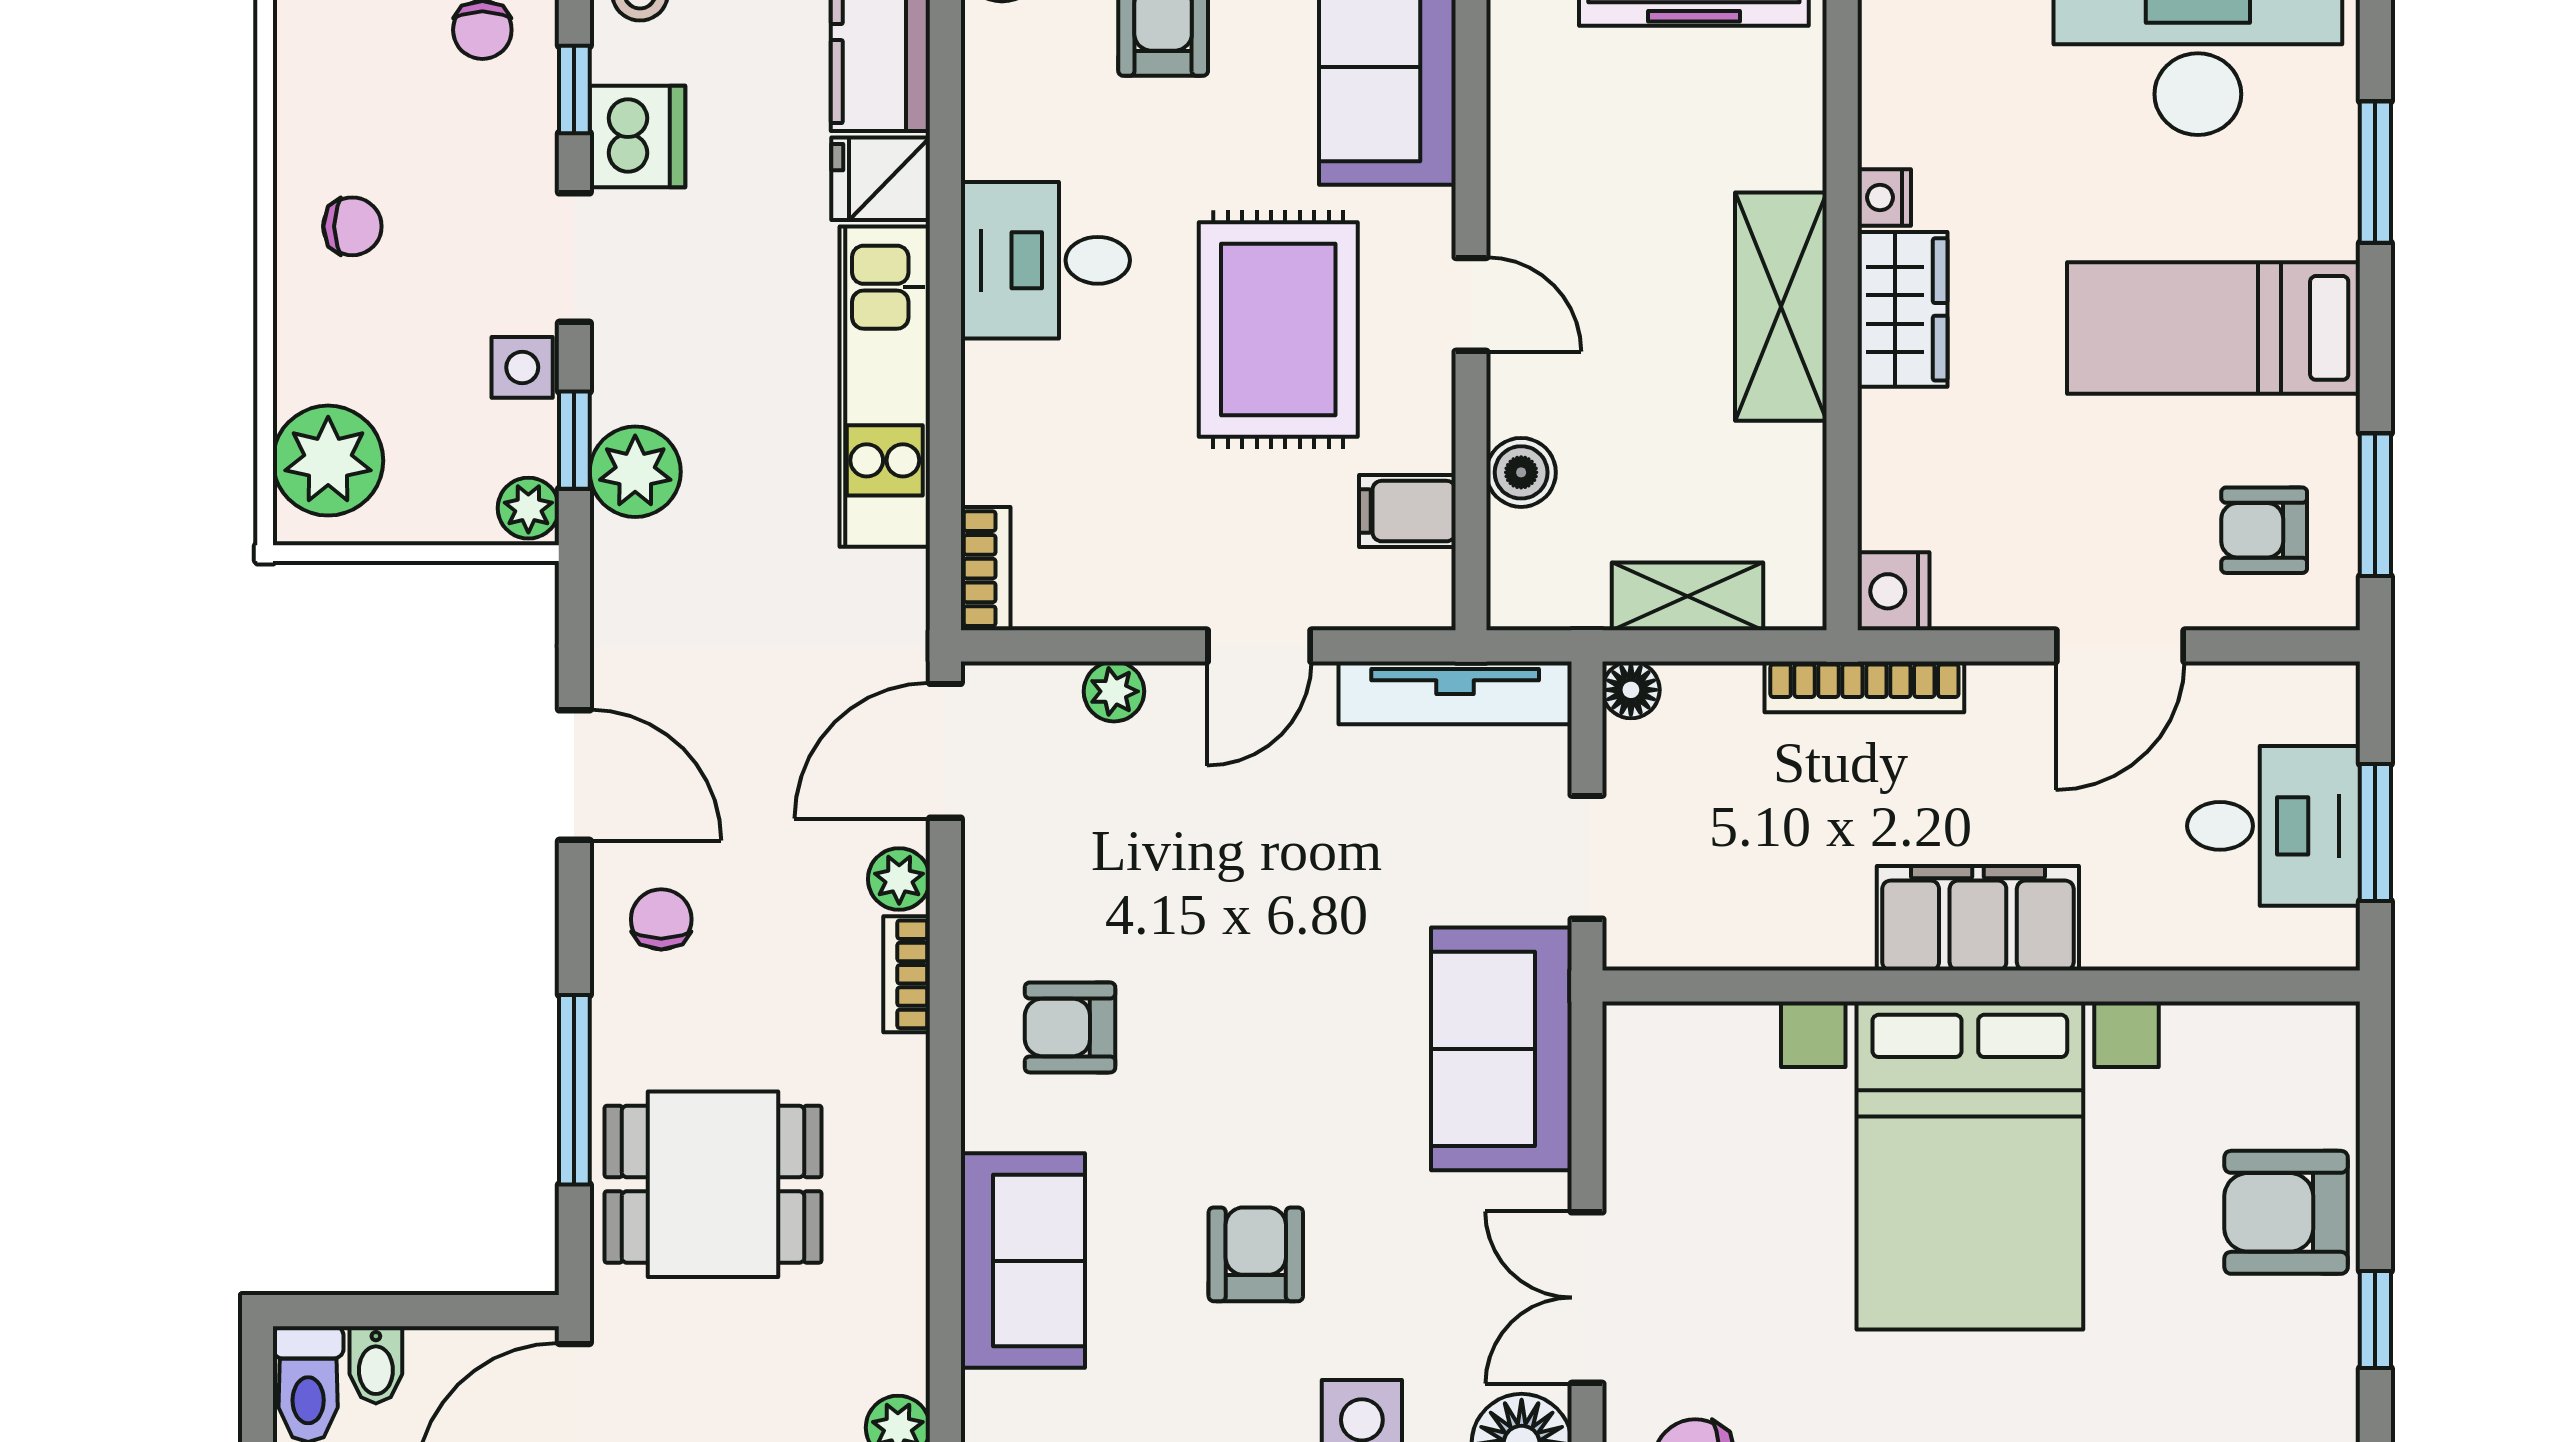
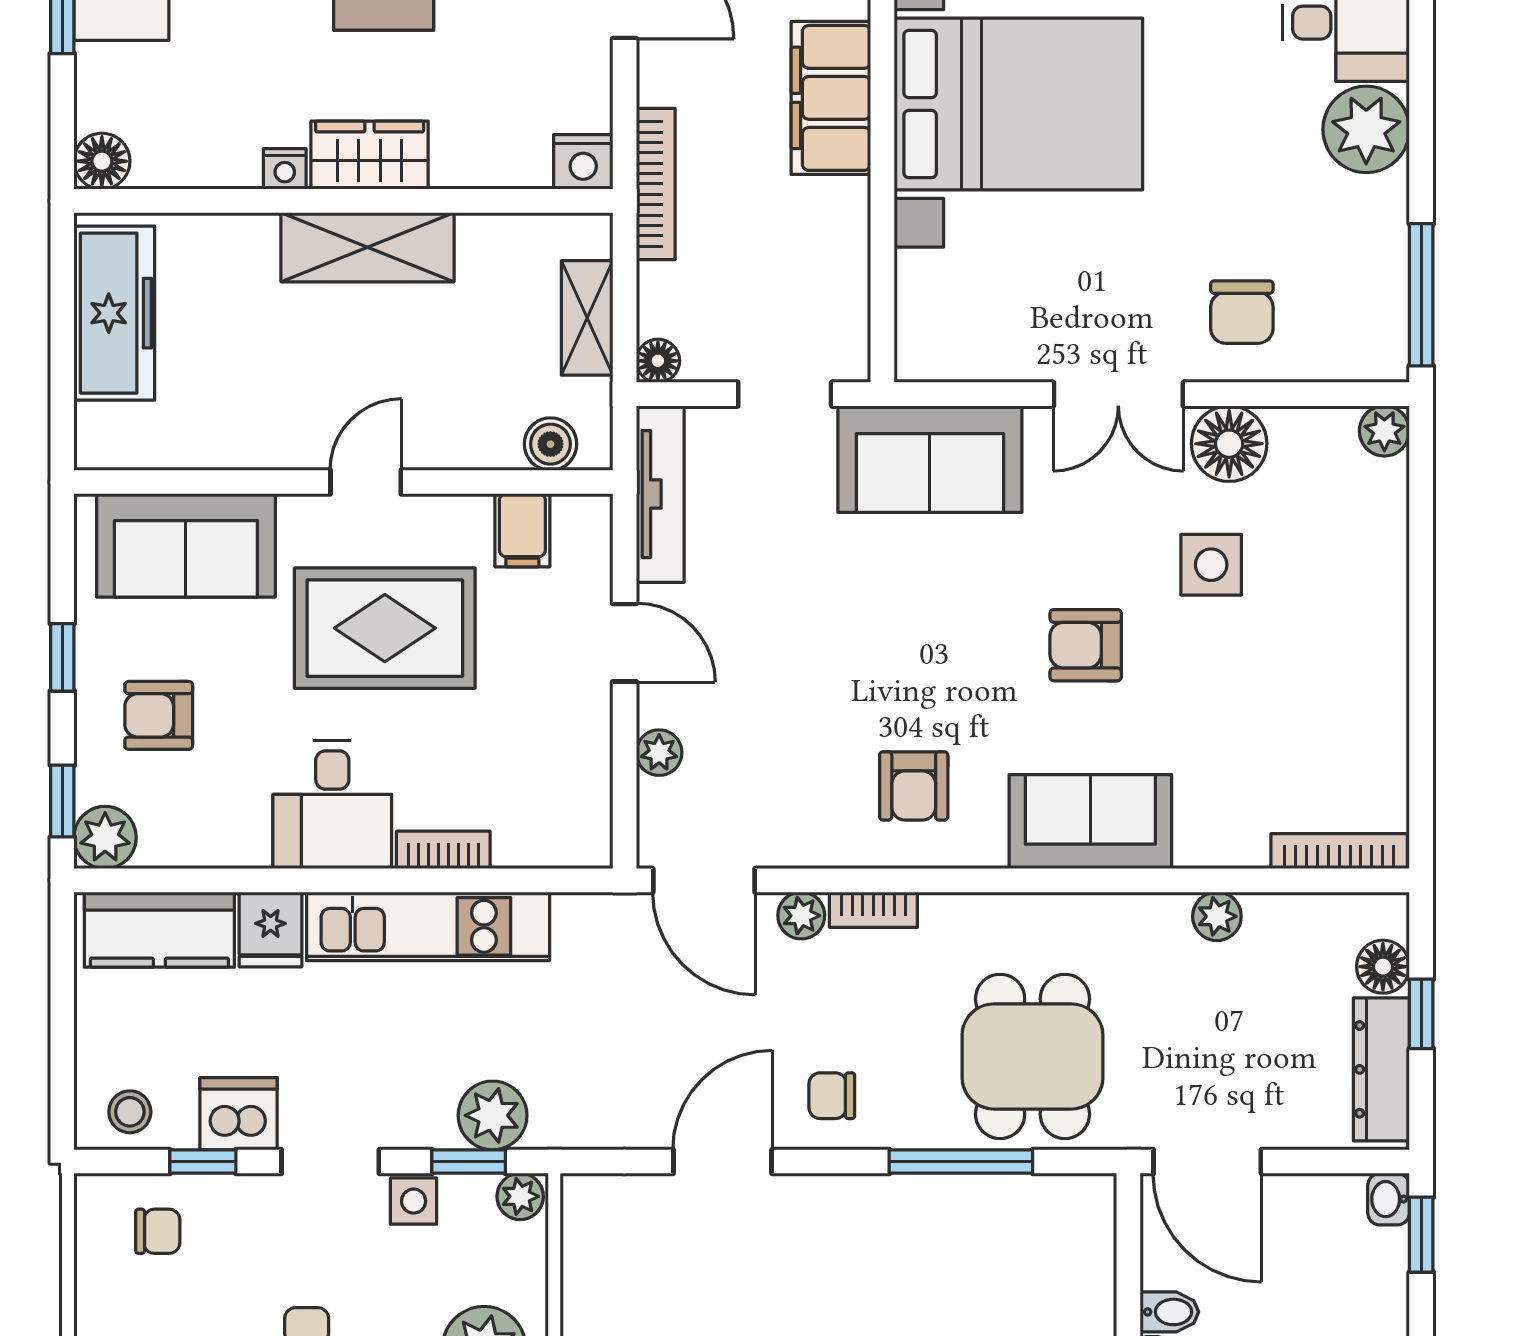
boiler: (1521, 472) -> (550, 444), moved
bookcase: (986, 569) -> (443, 850), moved

